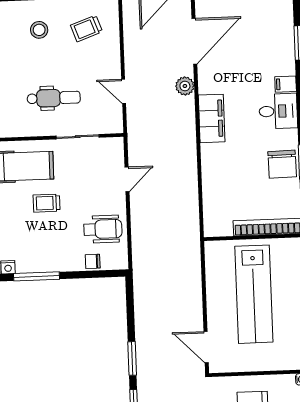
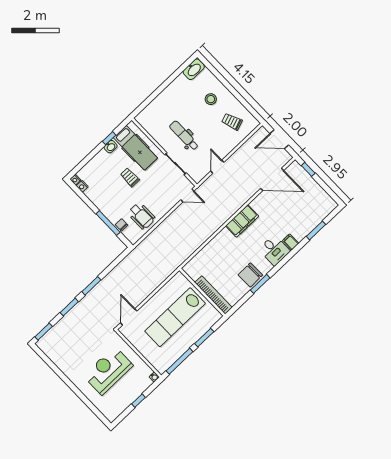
plant: (185, 86) -> (246, 194), removed
dental chair: (54, 98) -> (184, 136), turned 180
door: (127, 179) -> (187, 195), moved
window: (36, 276) -> (108, 223), moved

